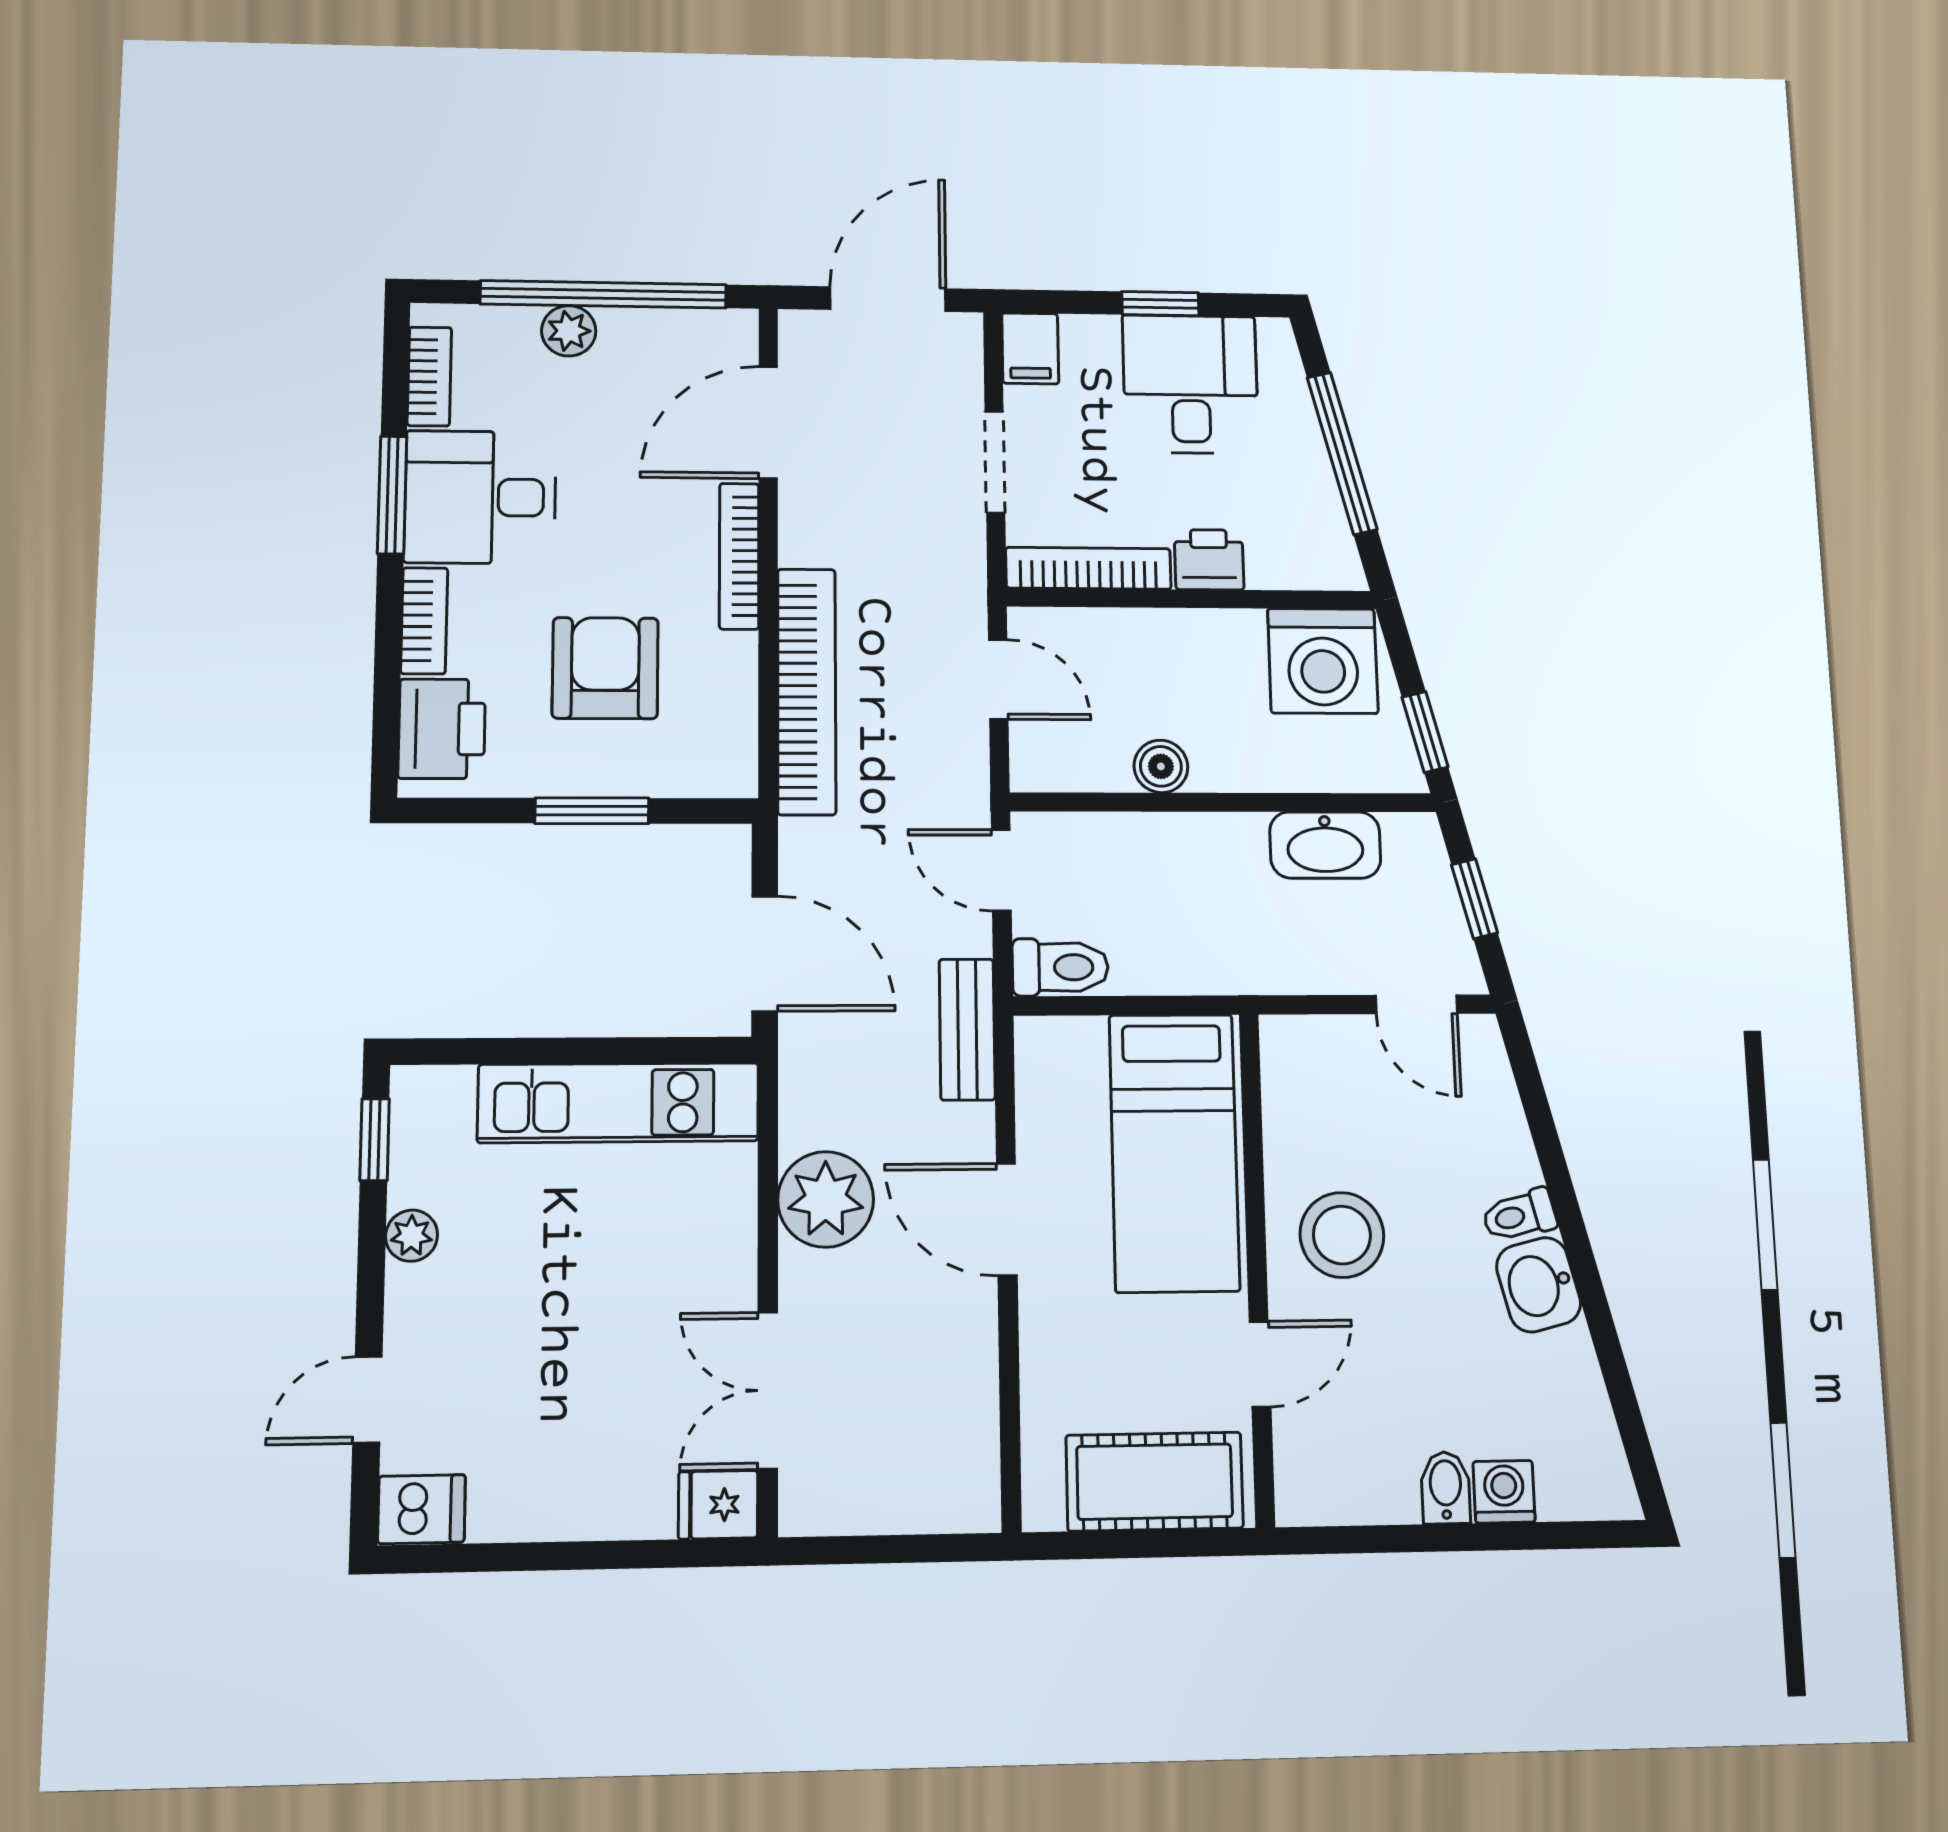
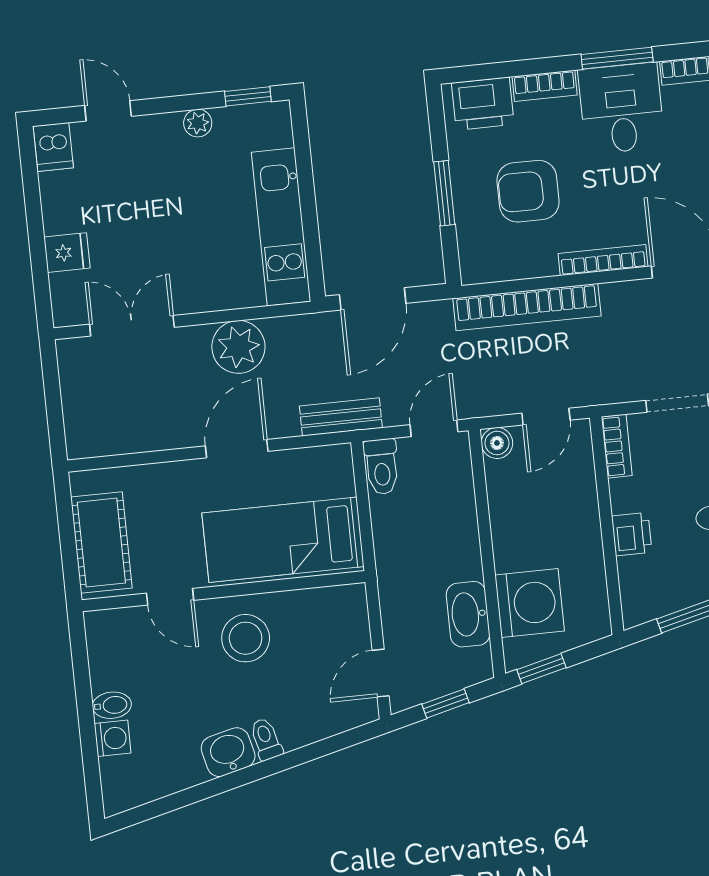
bookcase: (1088, 568) -> (617, 446), width x0.64
washing machine: (1323, 661) -> (530, 603), moved, turned 180
armchair: (605, 668) -> (528, 191), turned 180
boiler: (1161, 766) -> (497, 443), moved
fridge: (718, 1505) -> (67, 253), moved, turned 90

